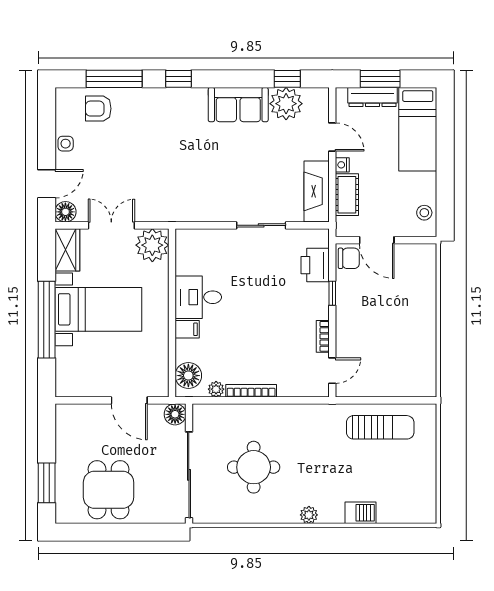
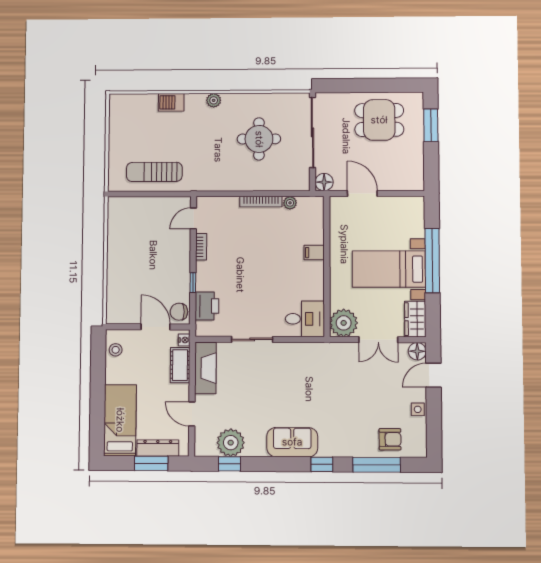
sofa: (238, 105) -> (292, 442), moved
nightstand: (342, 165) -> (184, 340), moved
desk: (198, 297) -> (305, 319), moved
floor lamp: (188, 376) -> (313, 214), removed
dining table: (109, 490) -> (379, 120), turned 90

